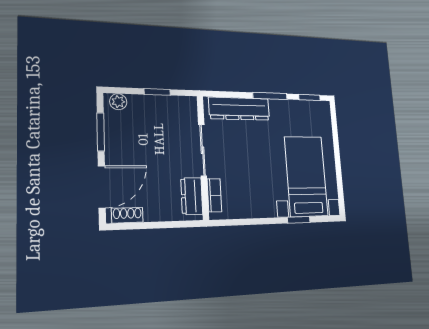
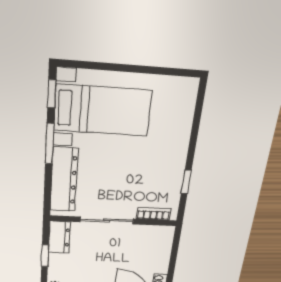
bed with nightstands: (306, 176) -> (103, 110), moved, turned 180
dresser: (192, 196) -> (59, 237), moved, turned -90
window: (299, 220) -> (186, 182), moved

